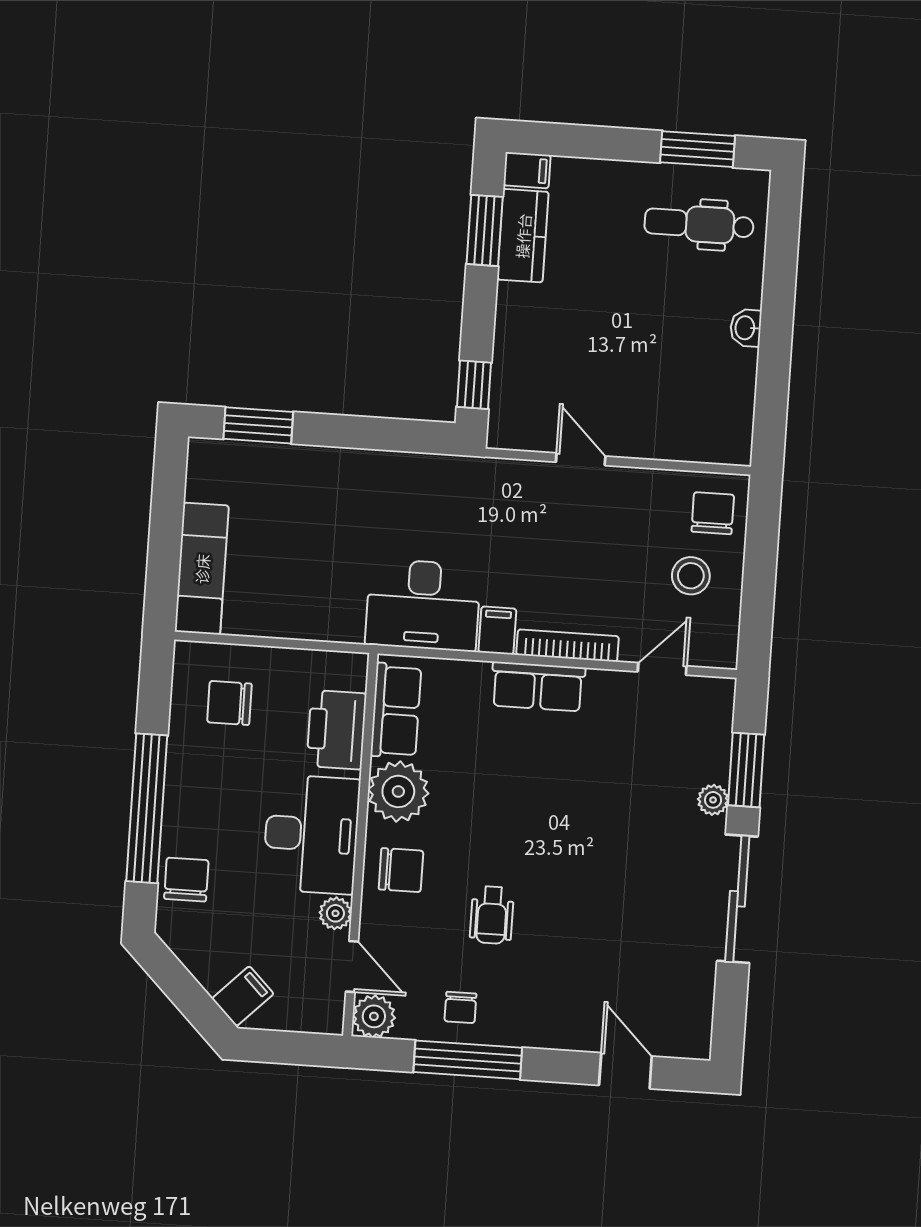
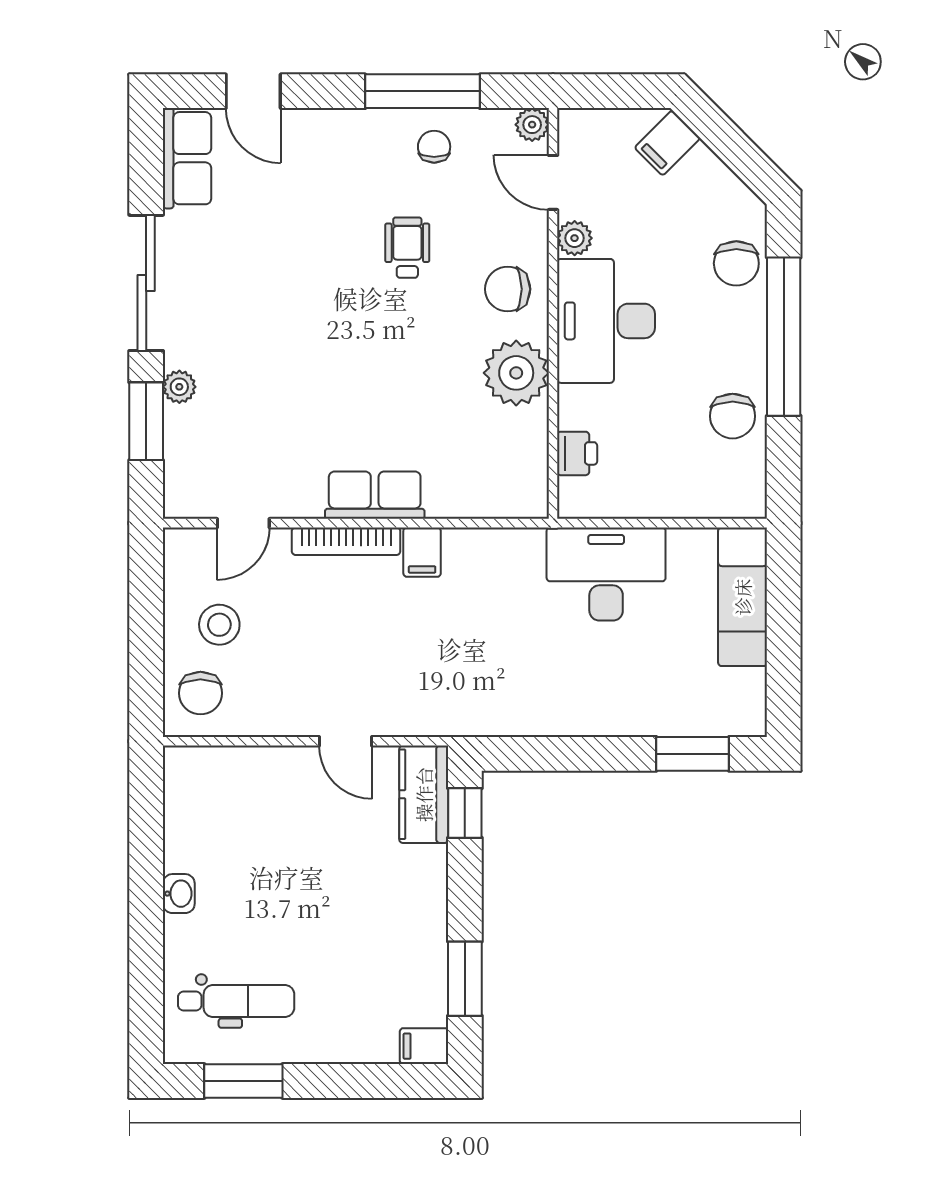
kitchen counter: (523, 236) -> (424, 794), moved
desk: (423, 605) -> (606, 574), moved
chair: (229, 703) -> (733, 416), moved, turned 90
row of seats: (396, 711) -> (187, 158), moved, turned 180
printer: (337, 730) -> (577, 453), width x0.53, depth x0.68
plant: (374, 1016) -> (532, 125), width x0.73, depth x0.73

